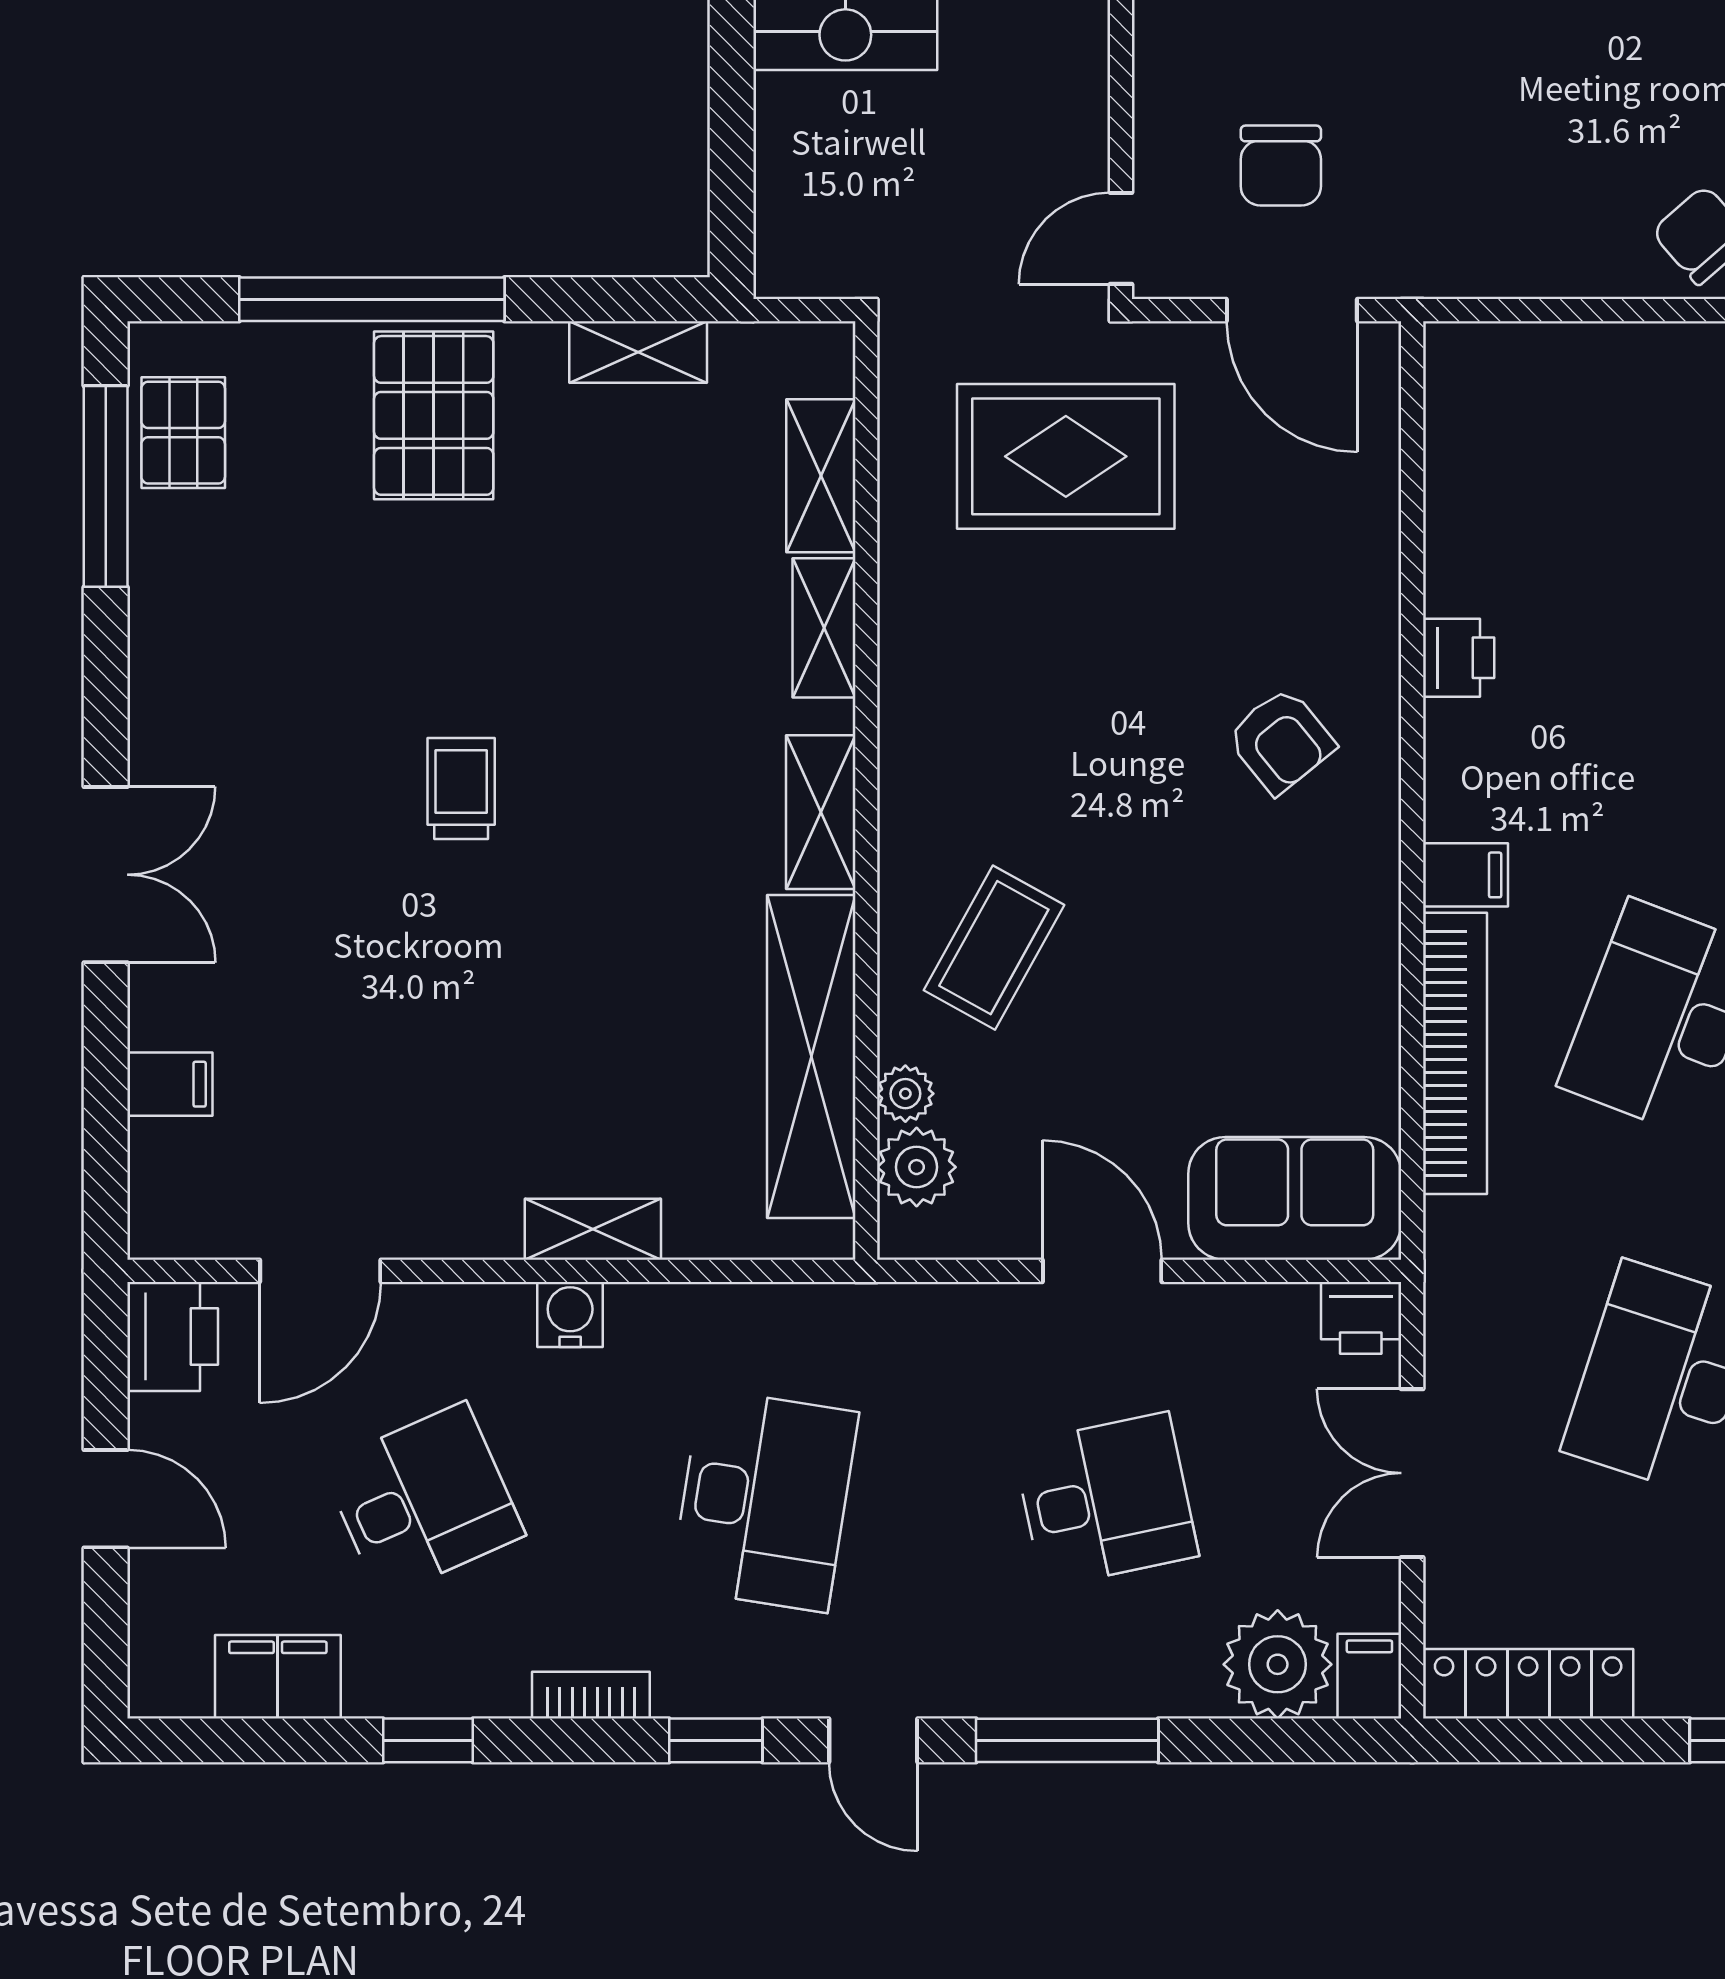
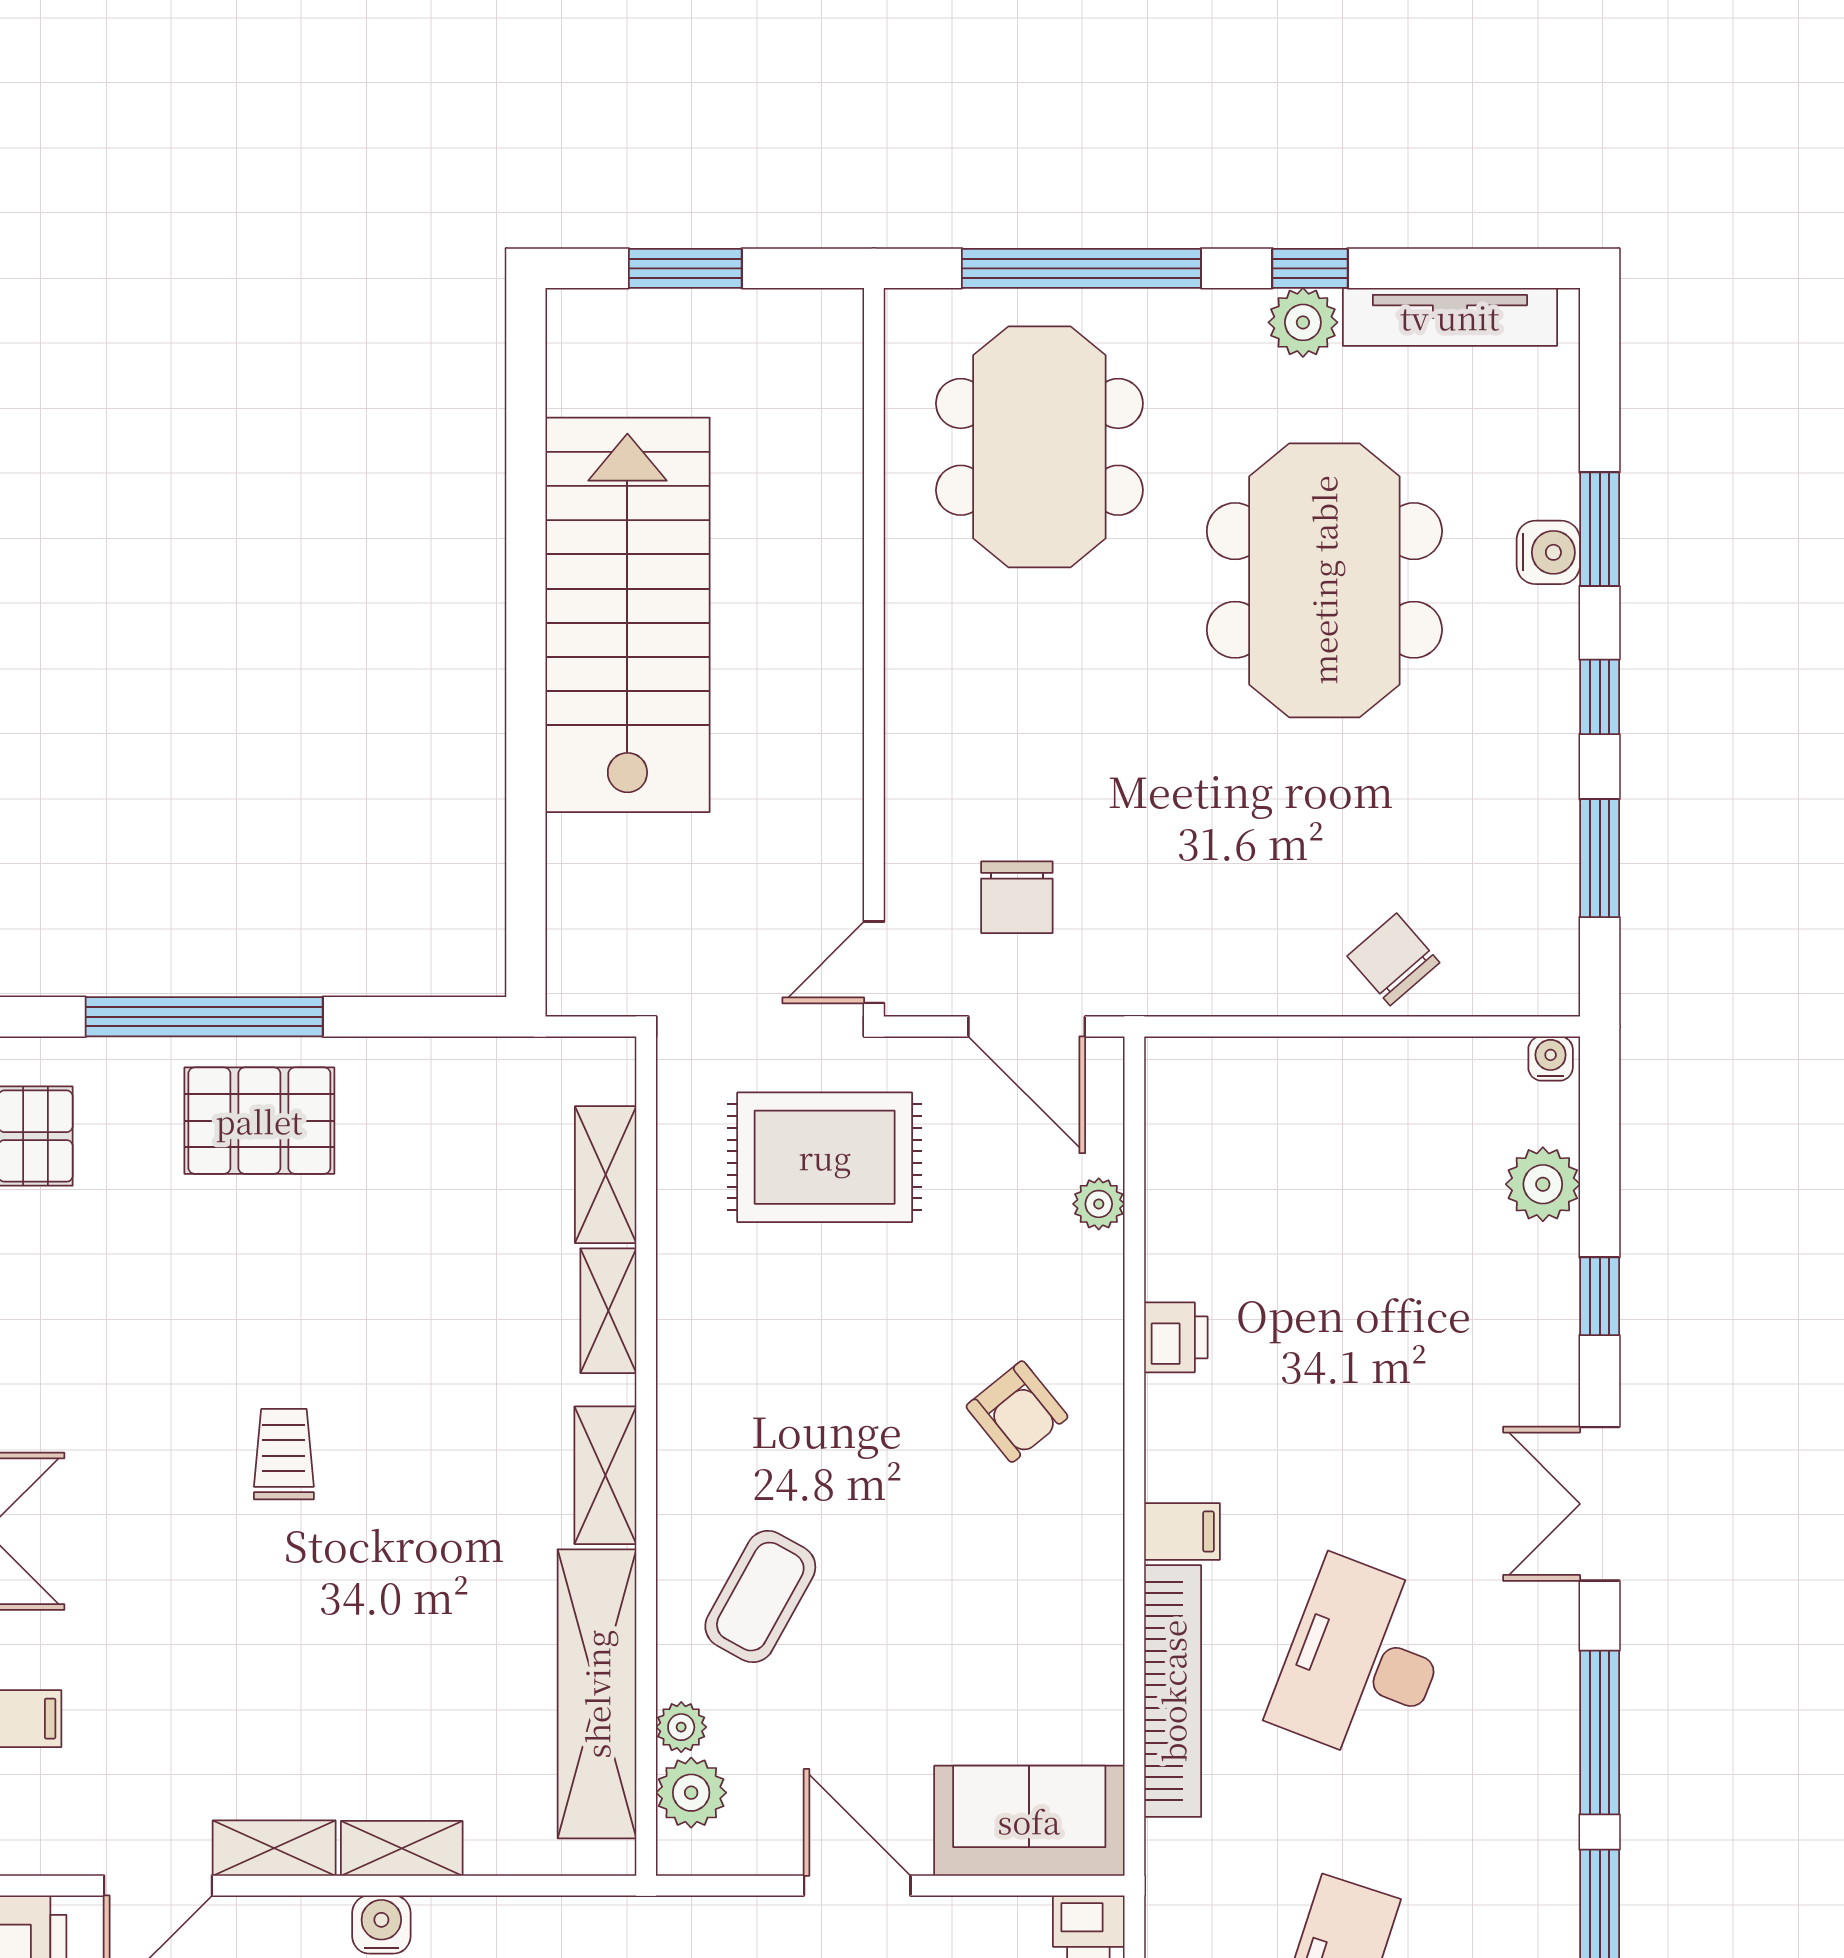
shelving: (638, 352) -> (274, 1848), moved
pallet: (434, 415) -> (259, 1121), turned 90
plant: (1372, 509) -> (1099, 1204), added

